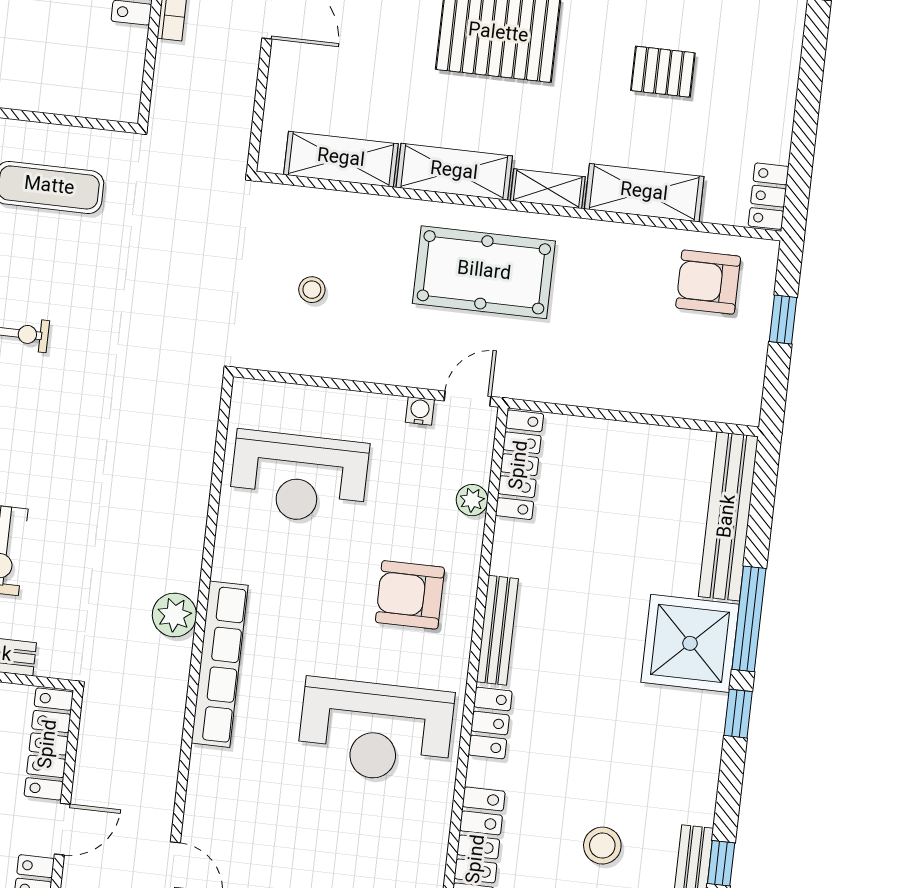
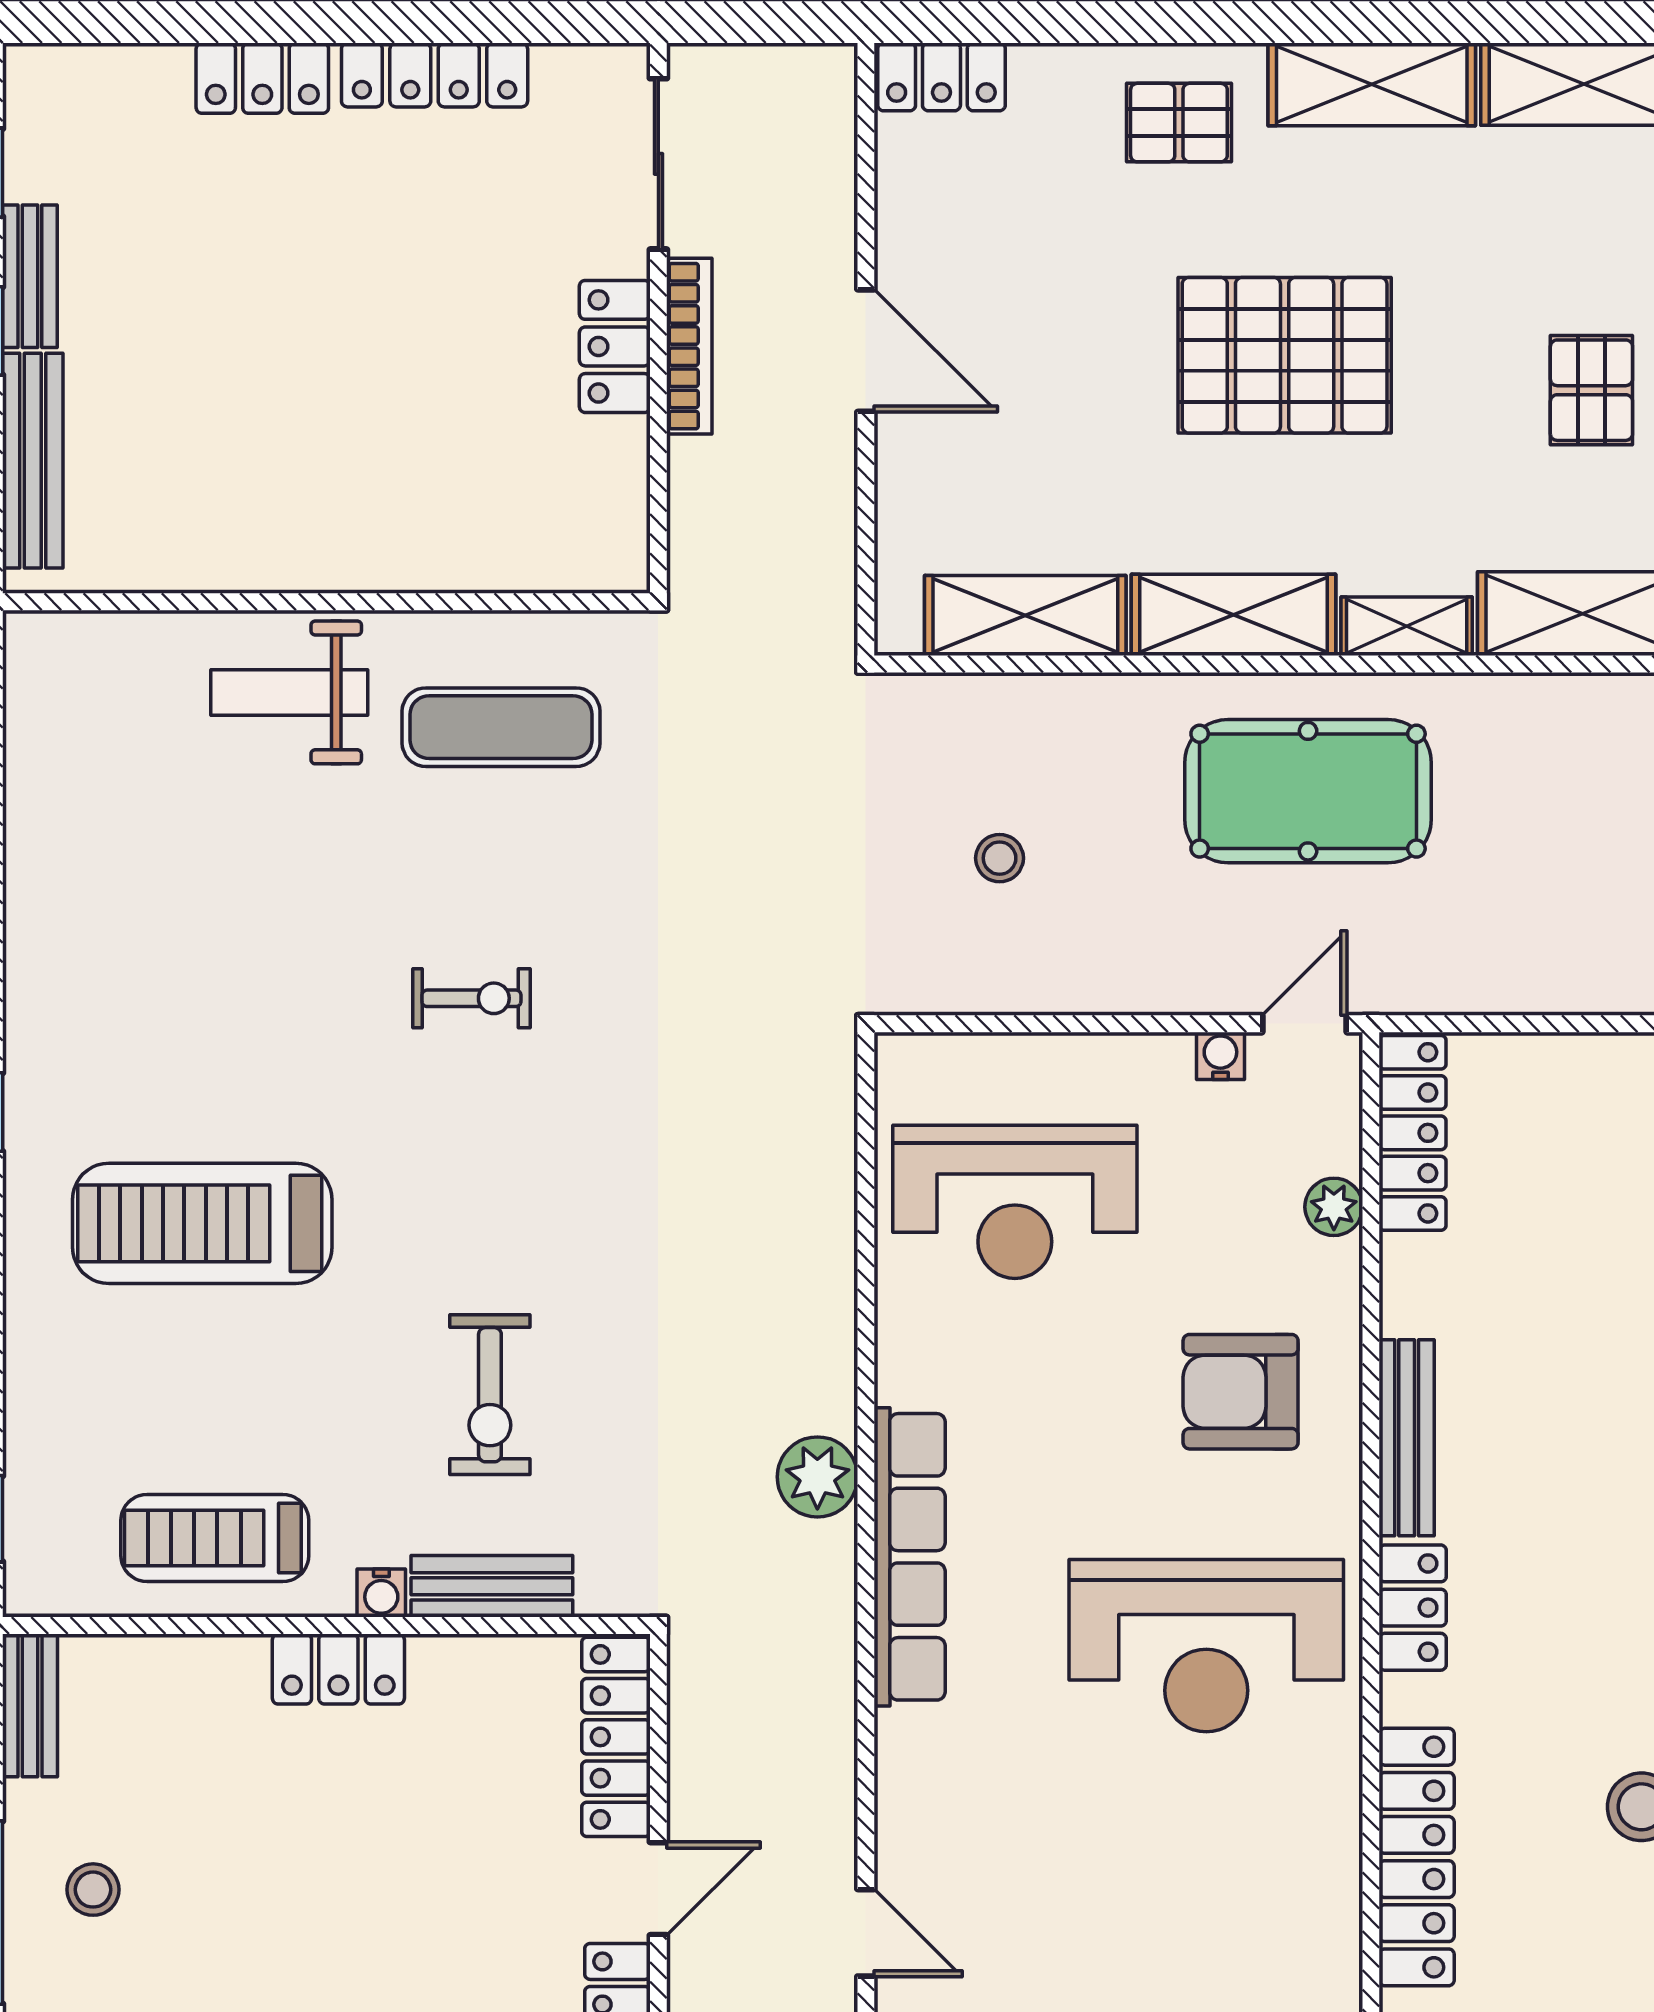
pallet: (663, 72) -> (1591, 390), turned 90

